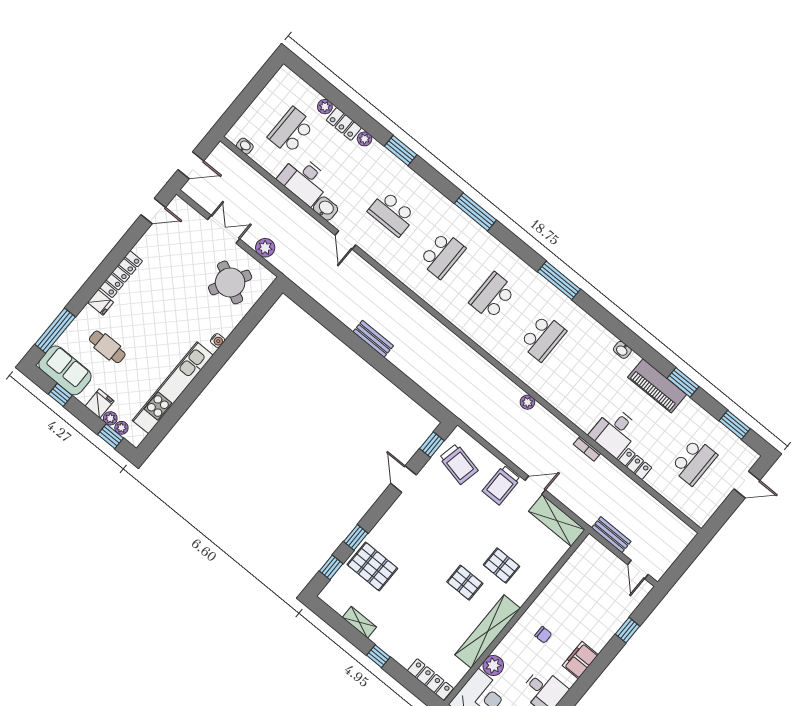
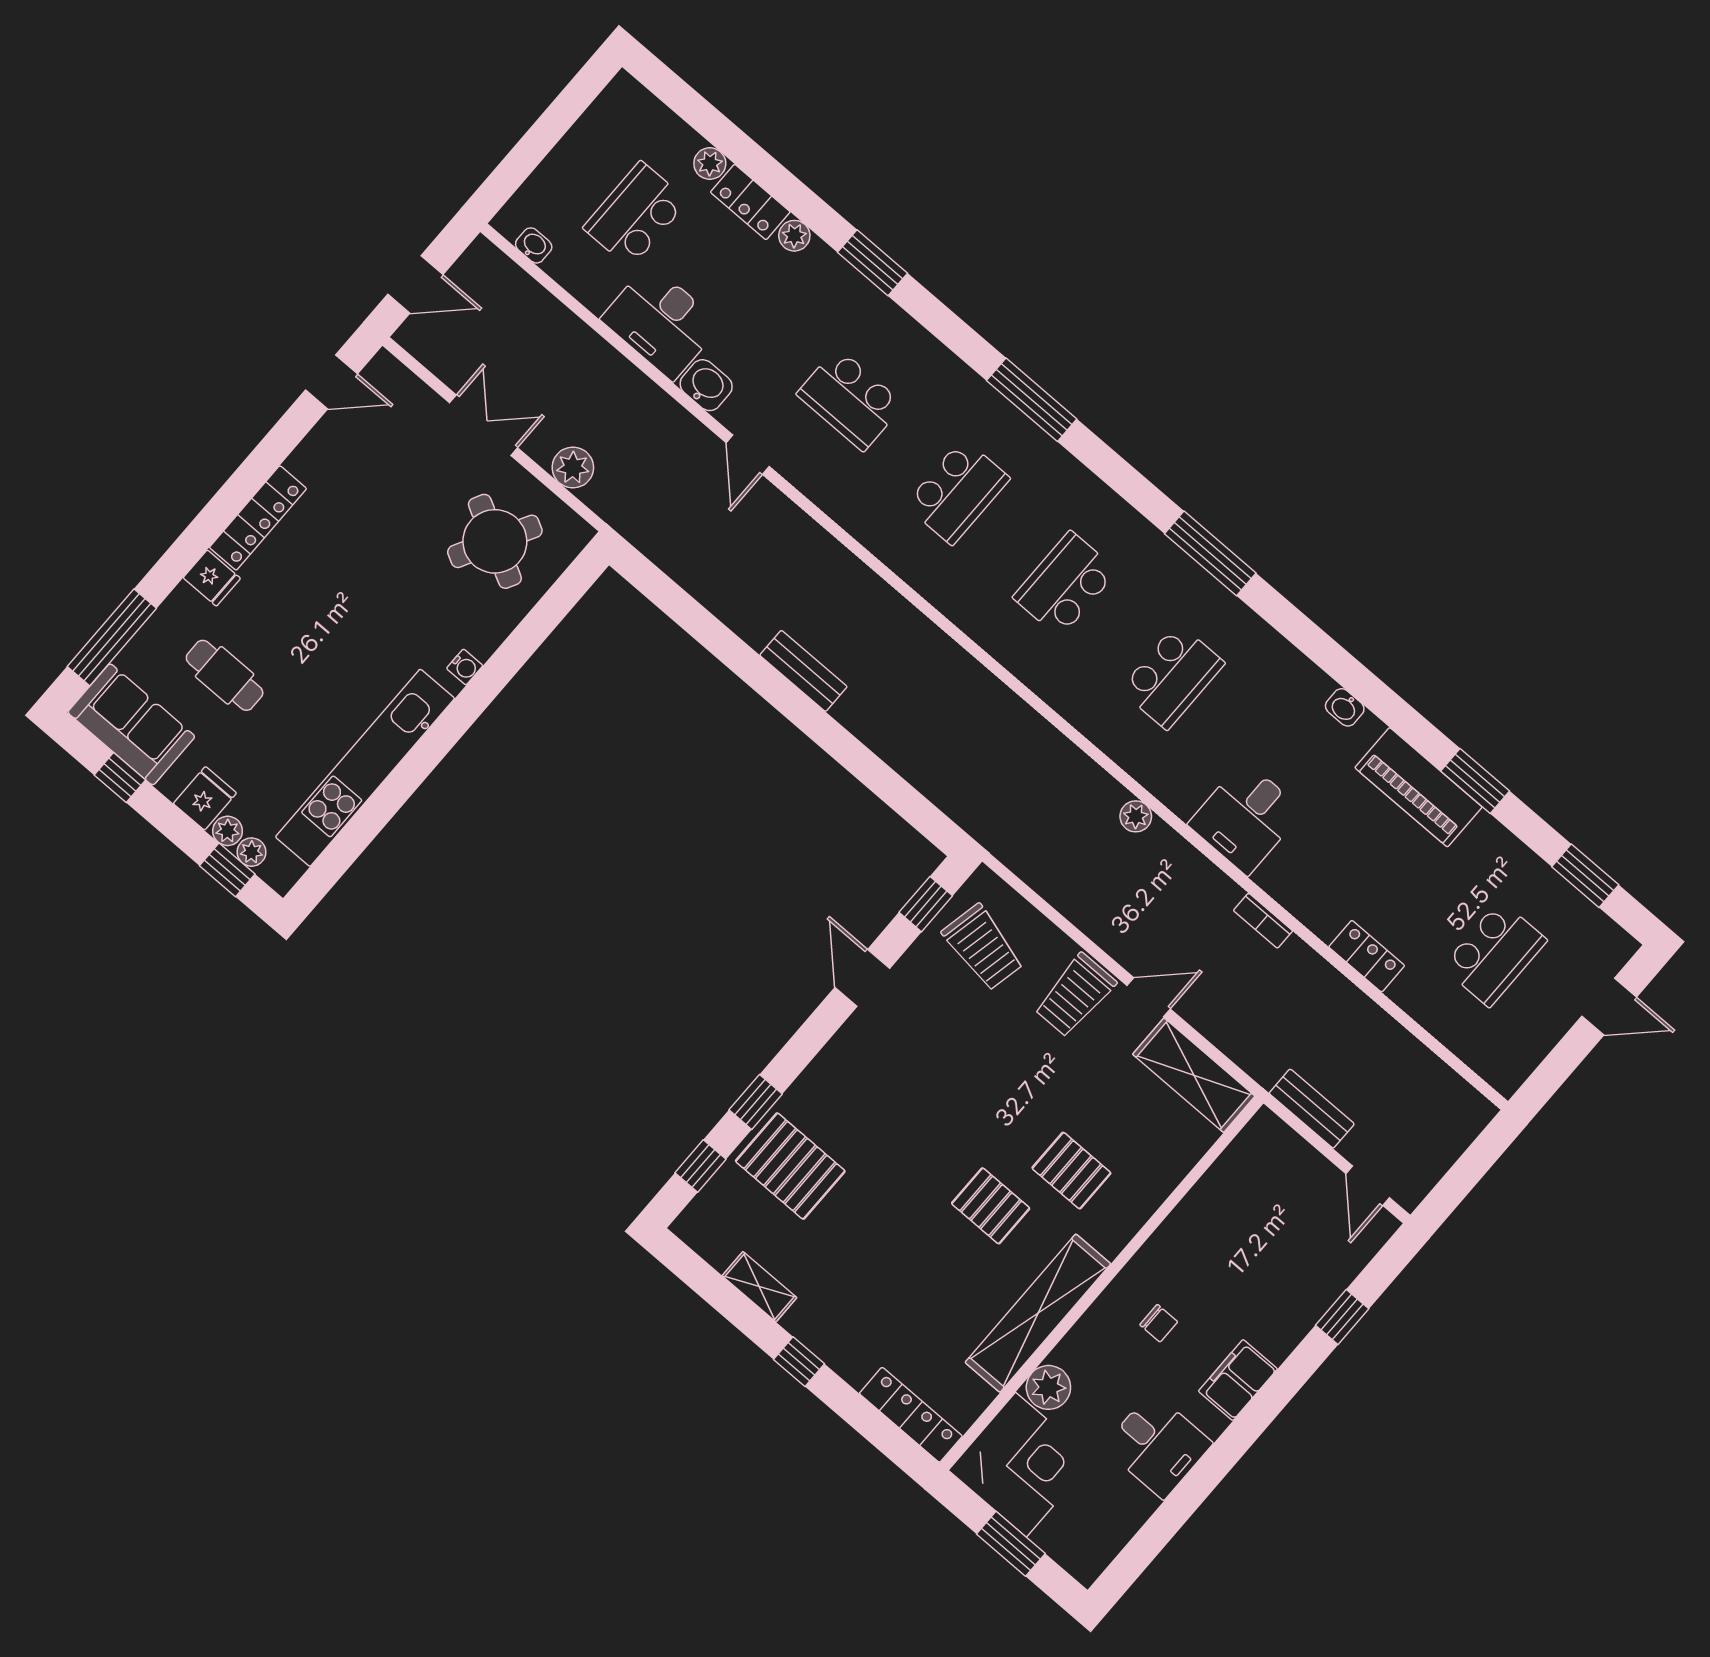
desk: (615, 432) -> (1246, 818), moved

